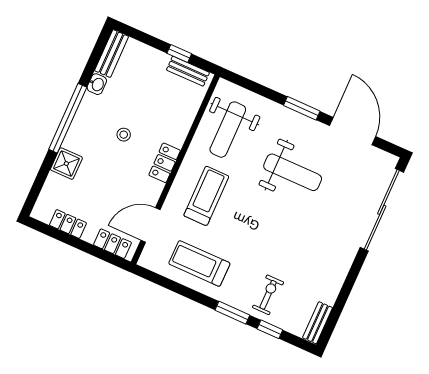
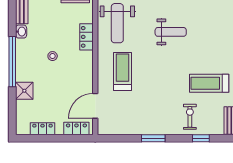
locker: (165, 163) -> (87, 37), moved
weight bench: (293, 172) -> (171, 32), width x0.73, depth x0.75
treadmill: (199, 263) -> (209, 83), moved
window: (232, 313) -> (153, 138), moved

